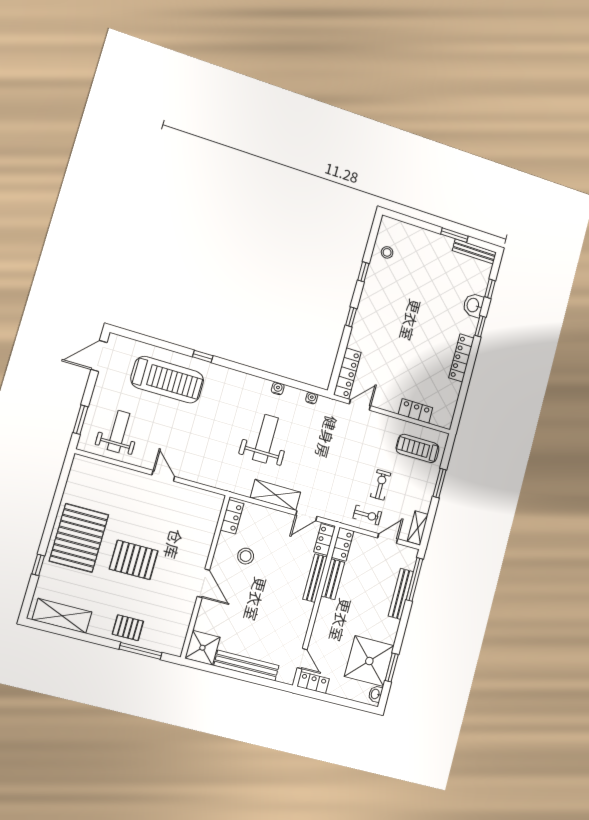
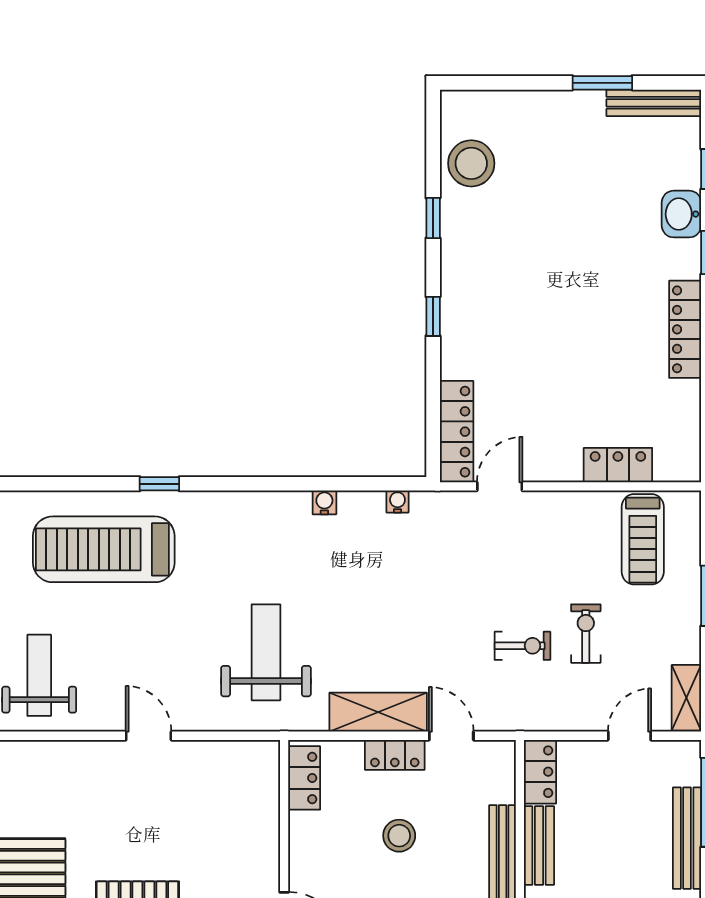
stool: (387, 252) -> (471, 163), width x1.89, depth x1.89
treadmill: (167, 380) -> (104, 549), turned 180
weight bench: (265, 439) -> (266, 652), moved
treadmill: (418, 448) -> (643, 539), turned -90
exercise bike: (367, 515) -> (522, 646), moved
door: (306, 516) -> (451, 736), swing flipped
locker: (324, 540) -> (395, 755), moved, turned -90
stool: (246, 556) -> (399, 836), moved

